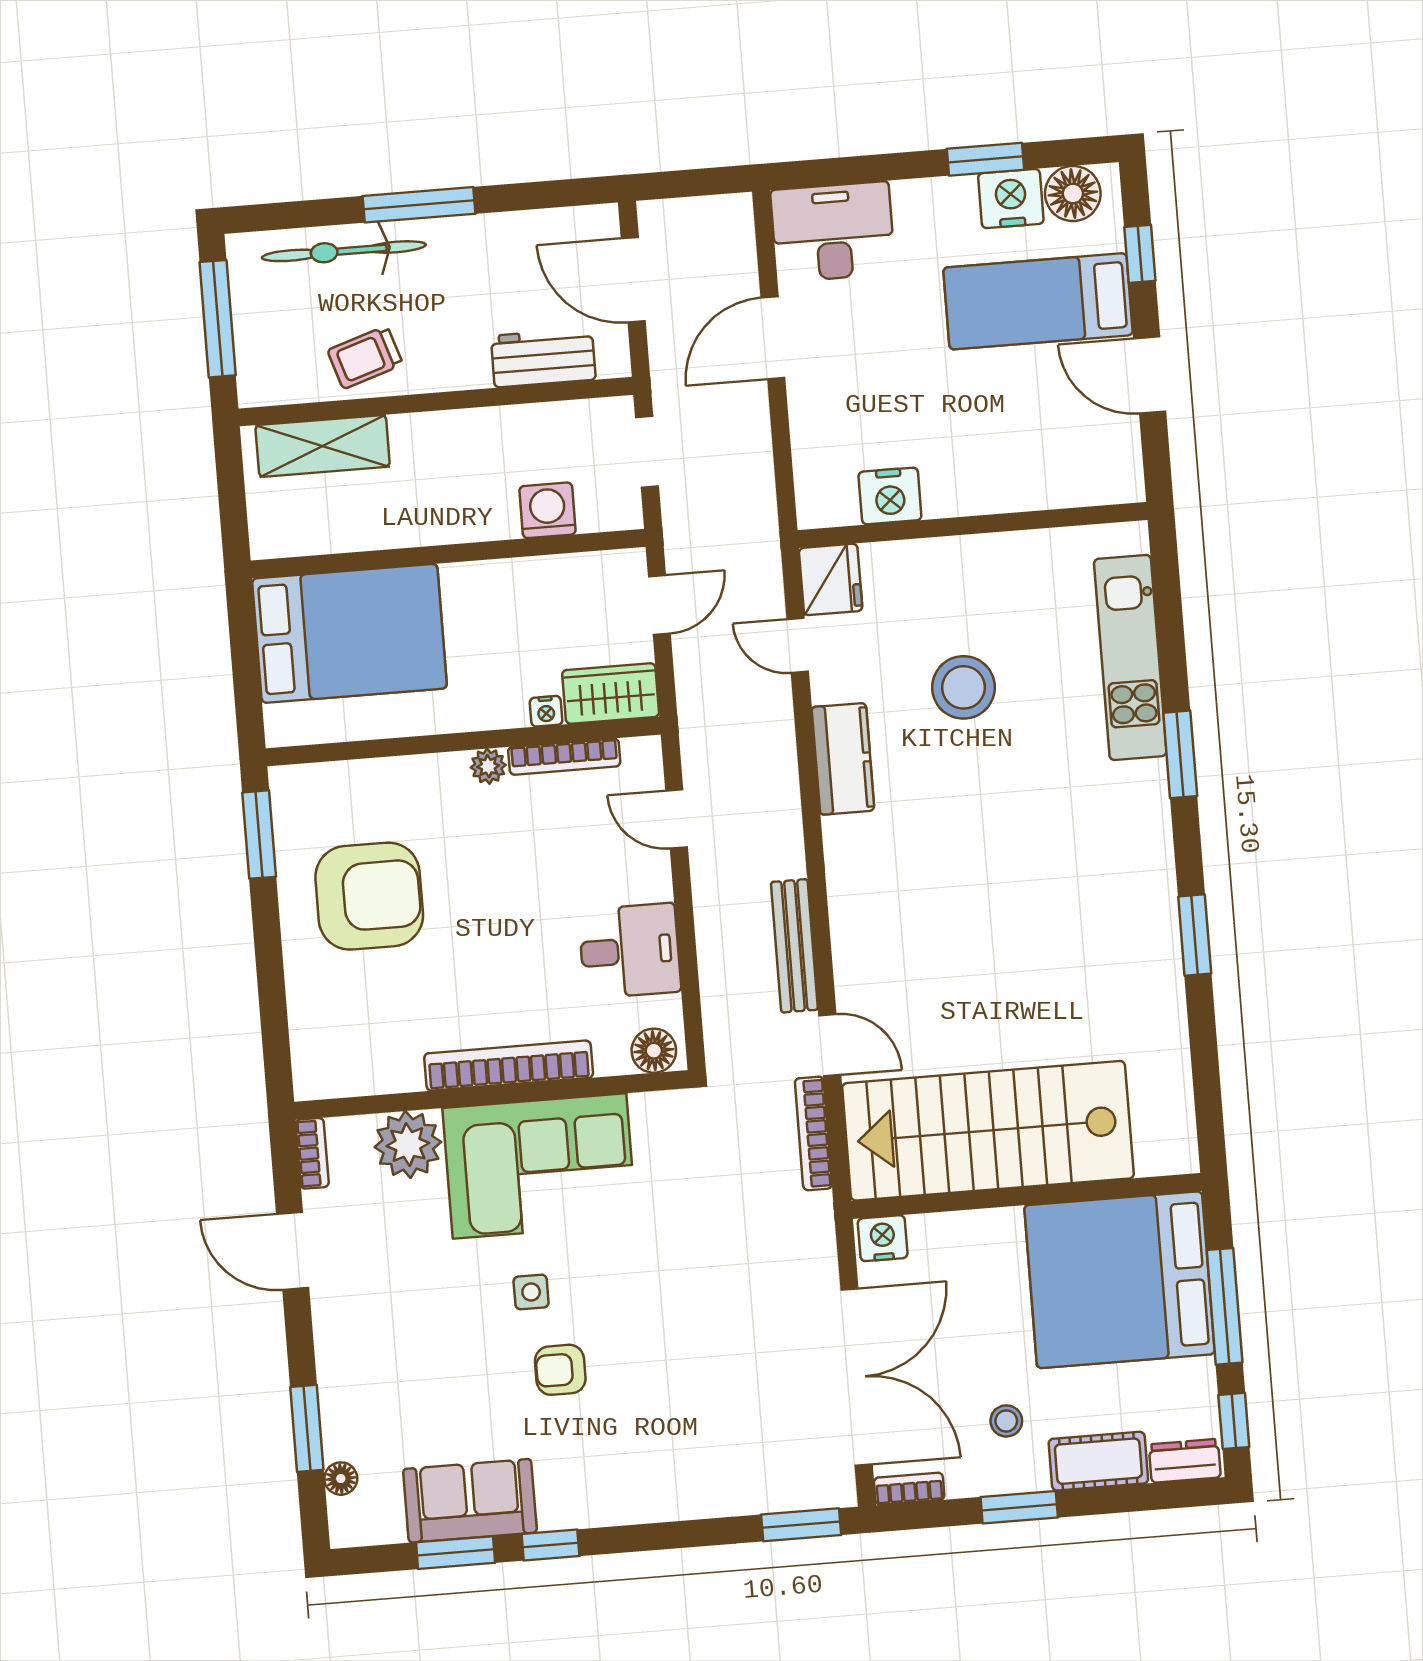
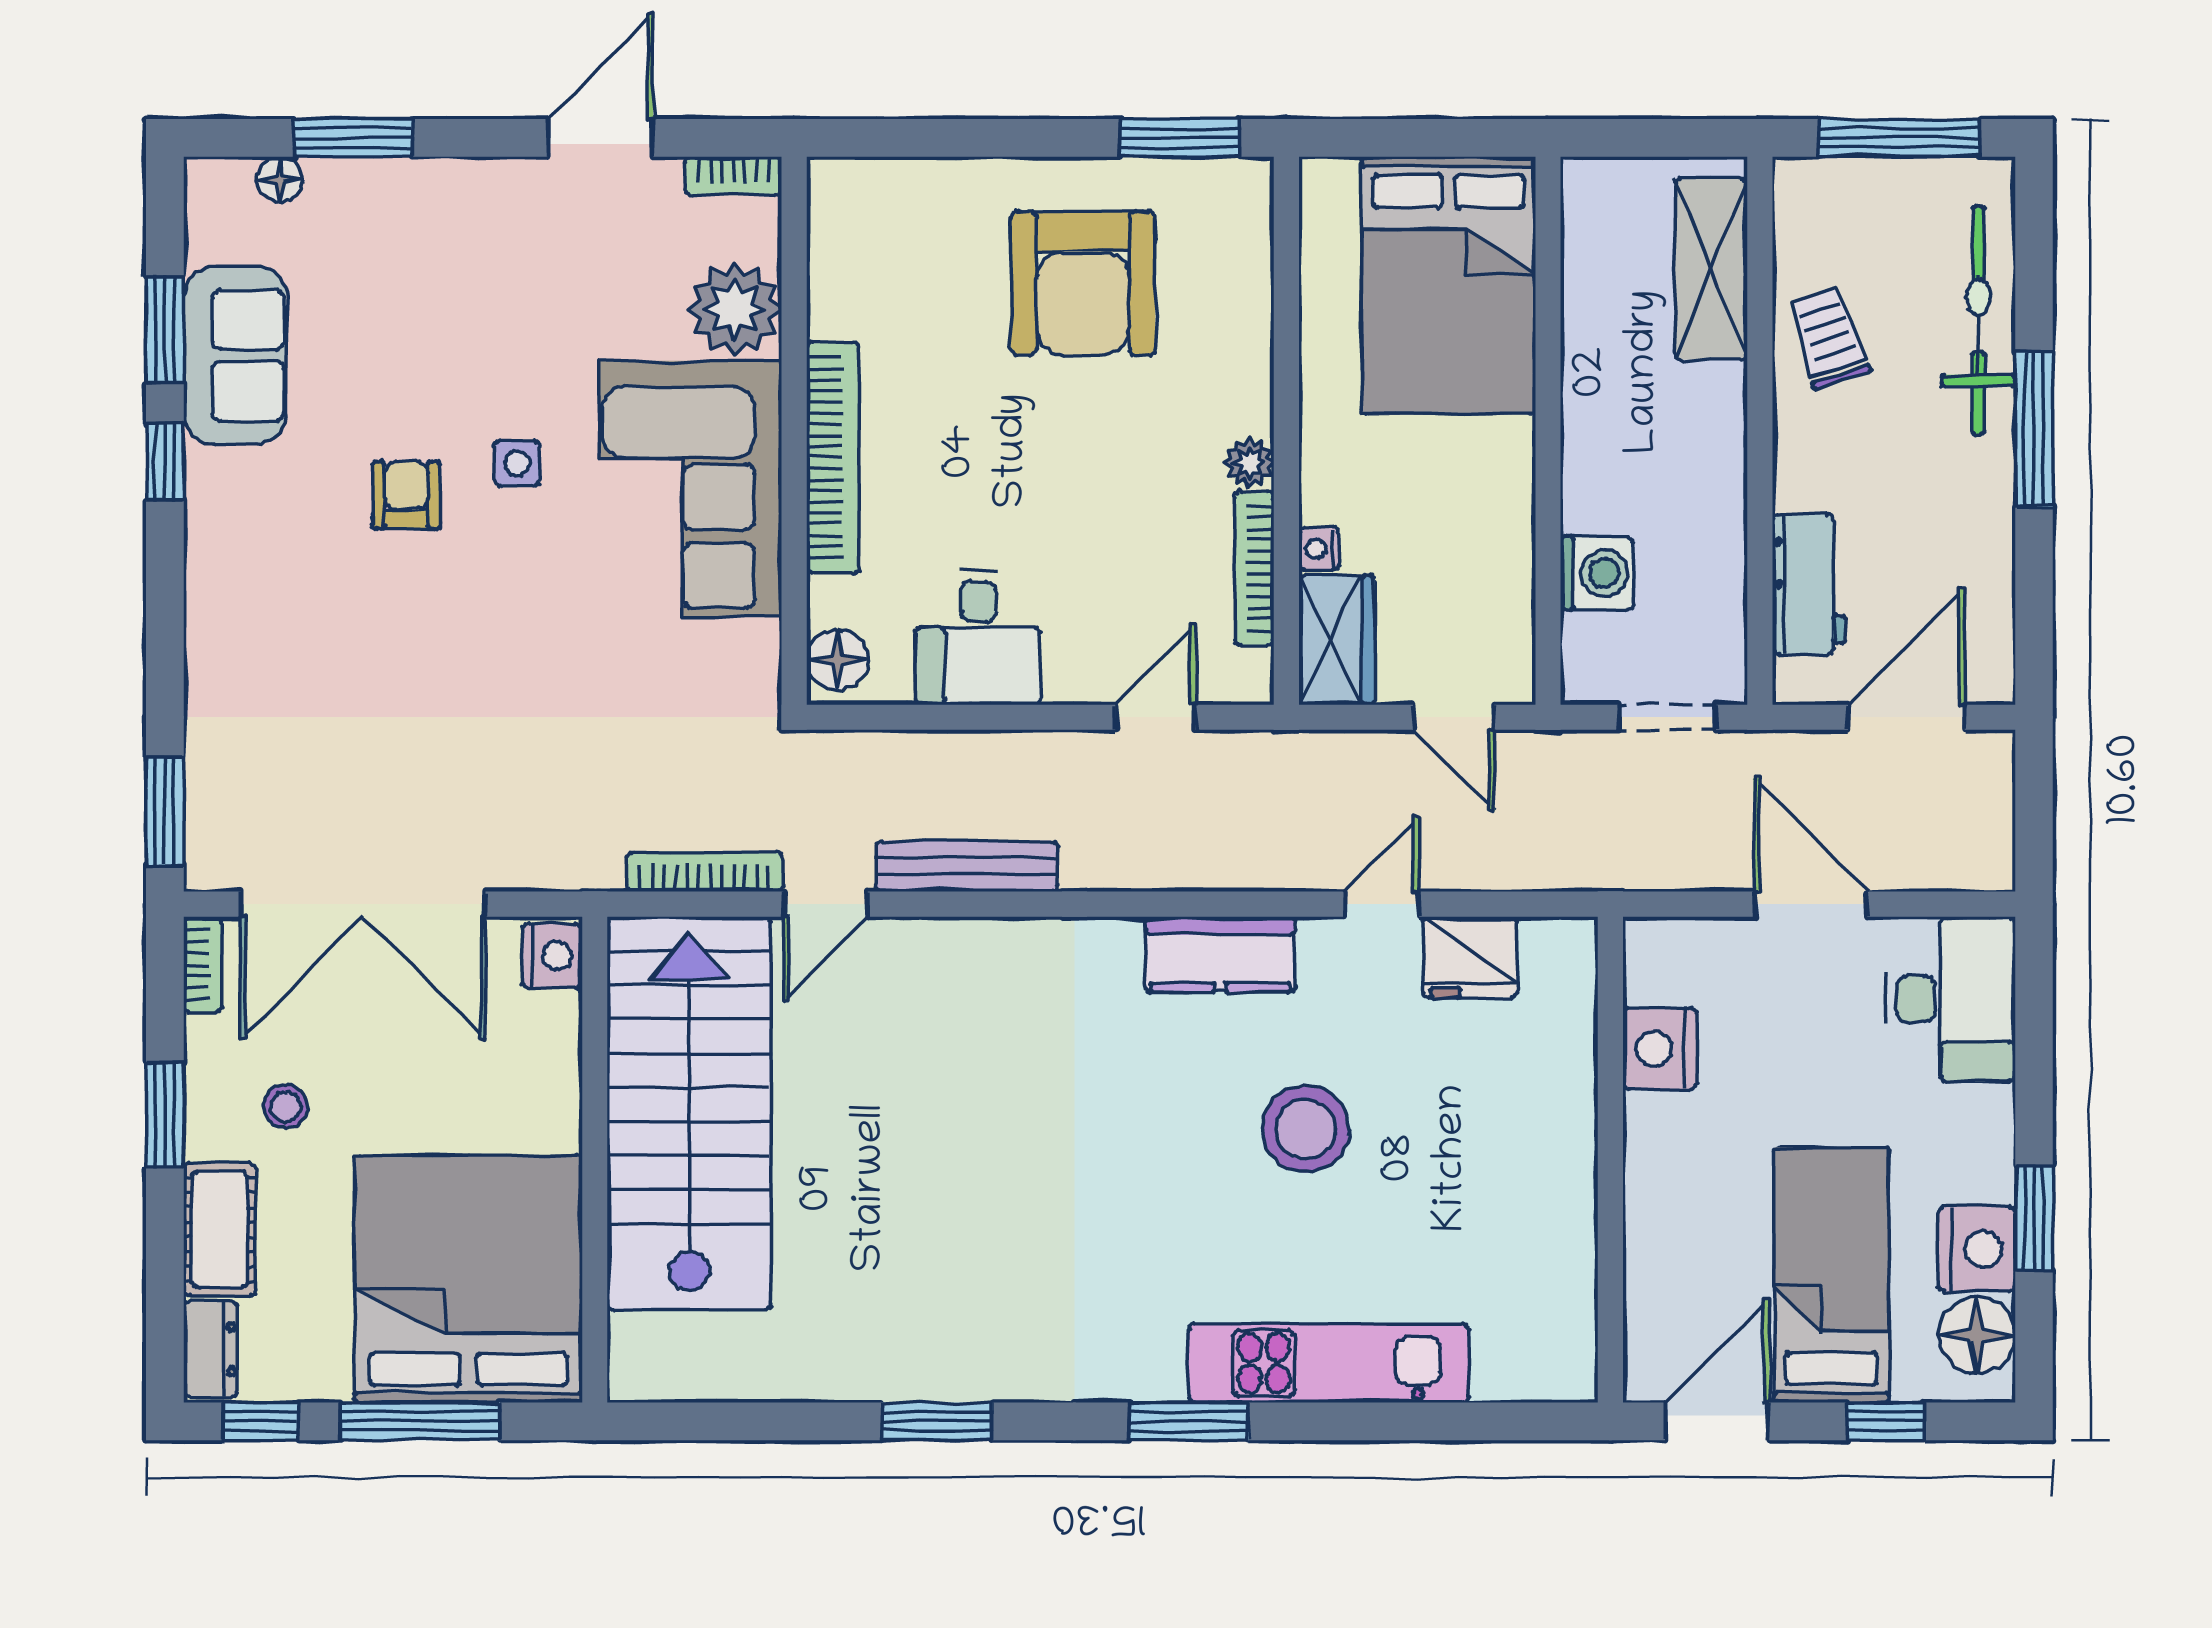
nightstand: (890, 496) -> (1660, 1049), moved
wall: (973, 525) -> (1610, 1160), moved

